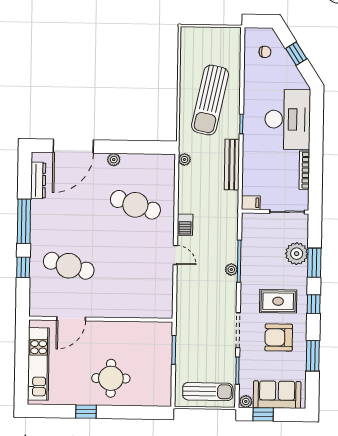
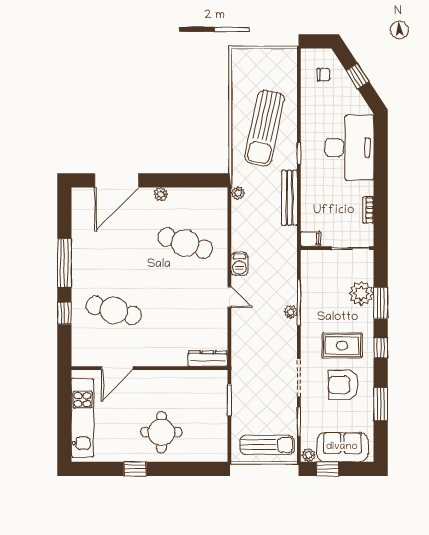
bookcase: (304, 170) -> (368, 210), width x0.64
dresser: (38, 180) -> (208, 359), moved, turned -90

